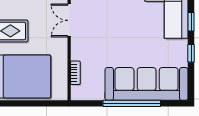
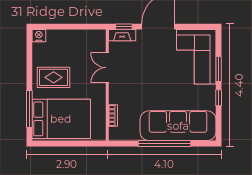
window: (191, 22) -> (219, 69), width x1.50

